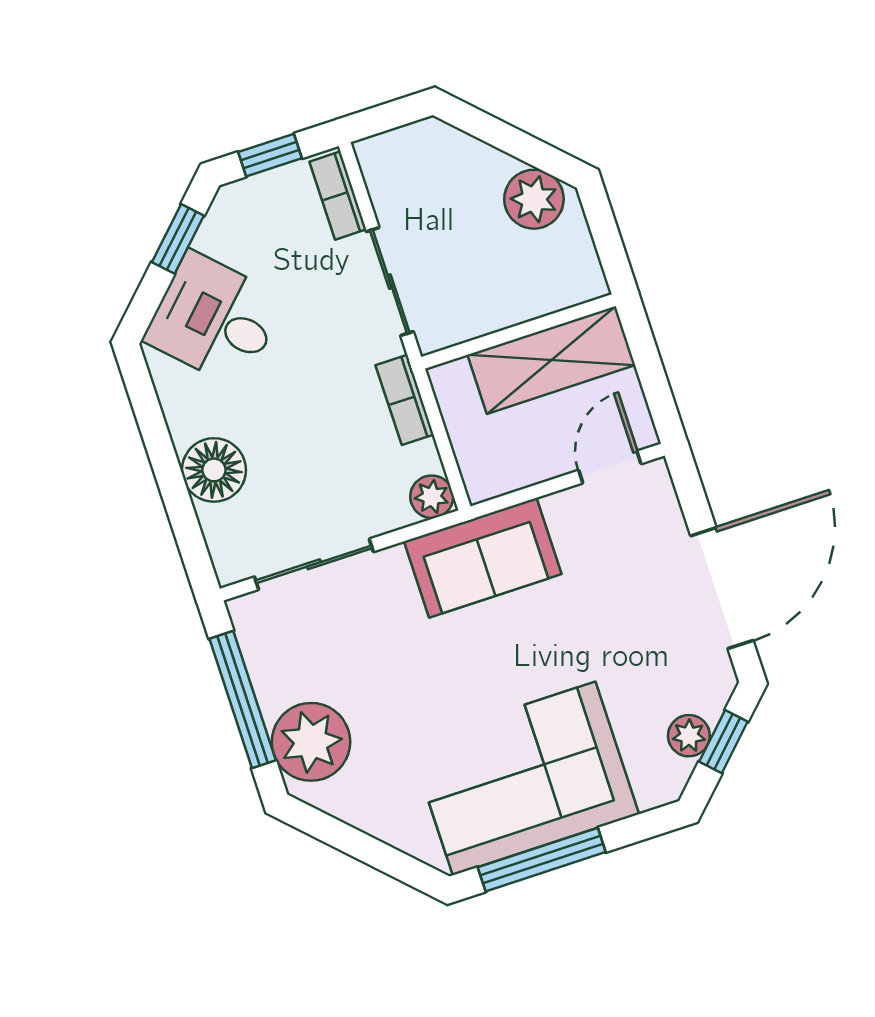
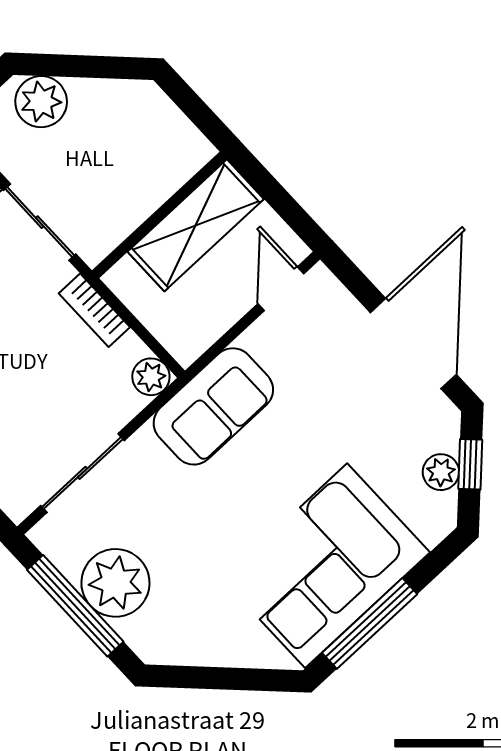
plant: (534, 199) -> (41, 102), moved
plant: (311, 742) -> (115, 583), moved

